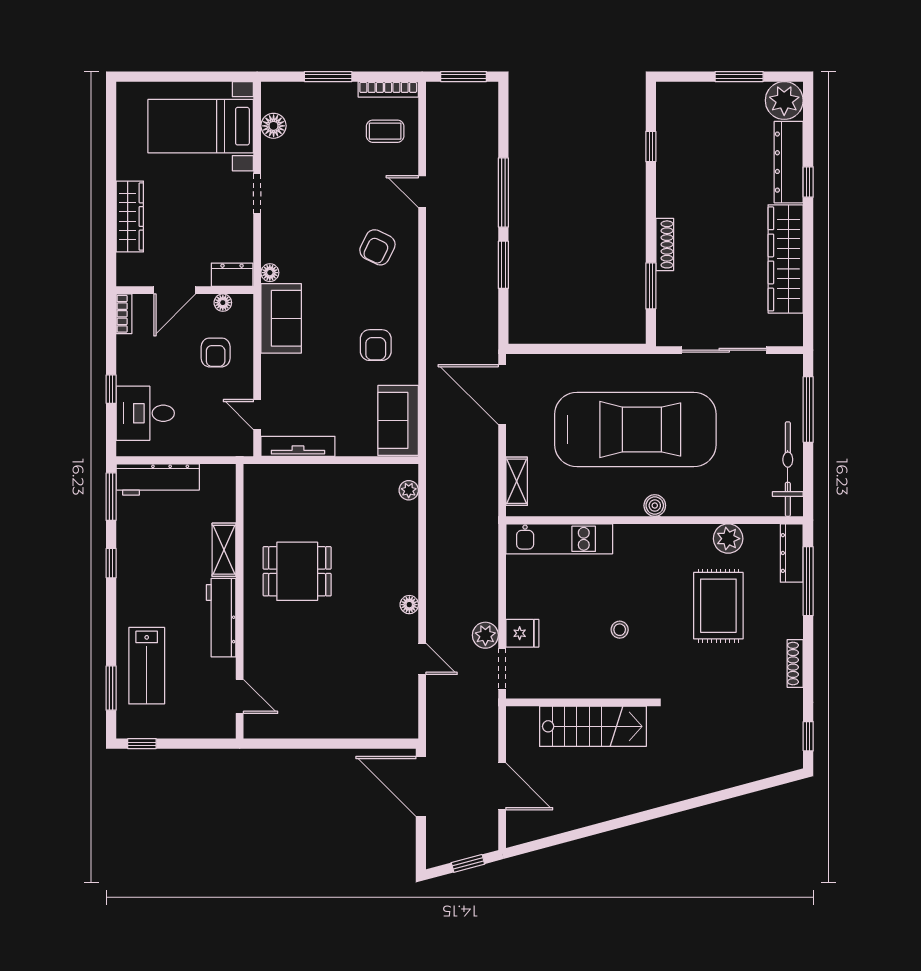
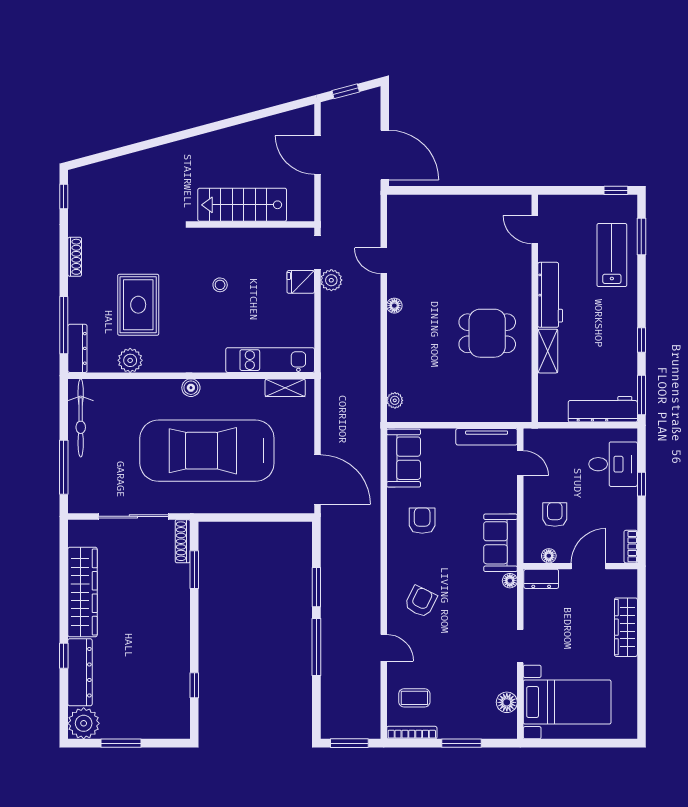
shoe rack: (665, 244) -> (183, 541), moved
shelving: (517, 481) -> (285, 388), moved, turned 90

